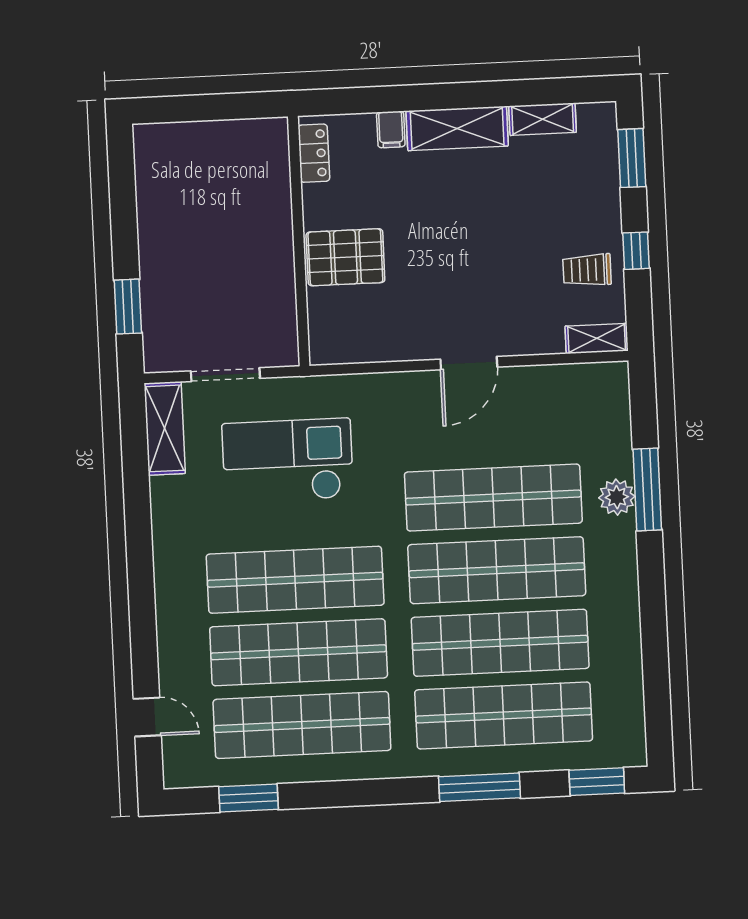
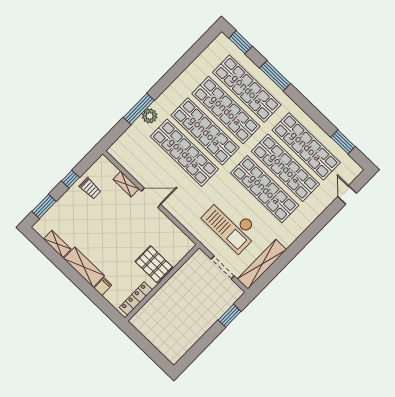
locker: (314, 153) -> (136, 299), width x1.53
shelving: (597, 338) -> (126, 184), moved
shelving: (165, 428) -> (262, 264), width x1.47

